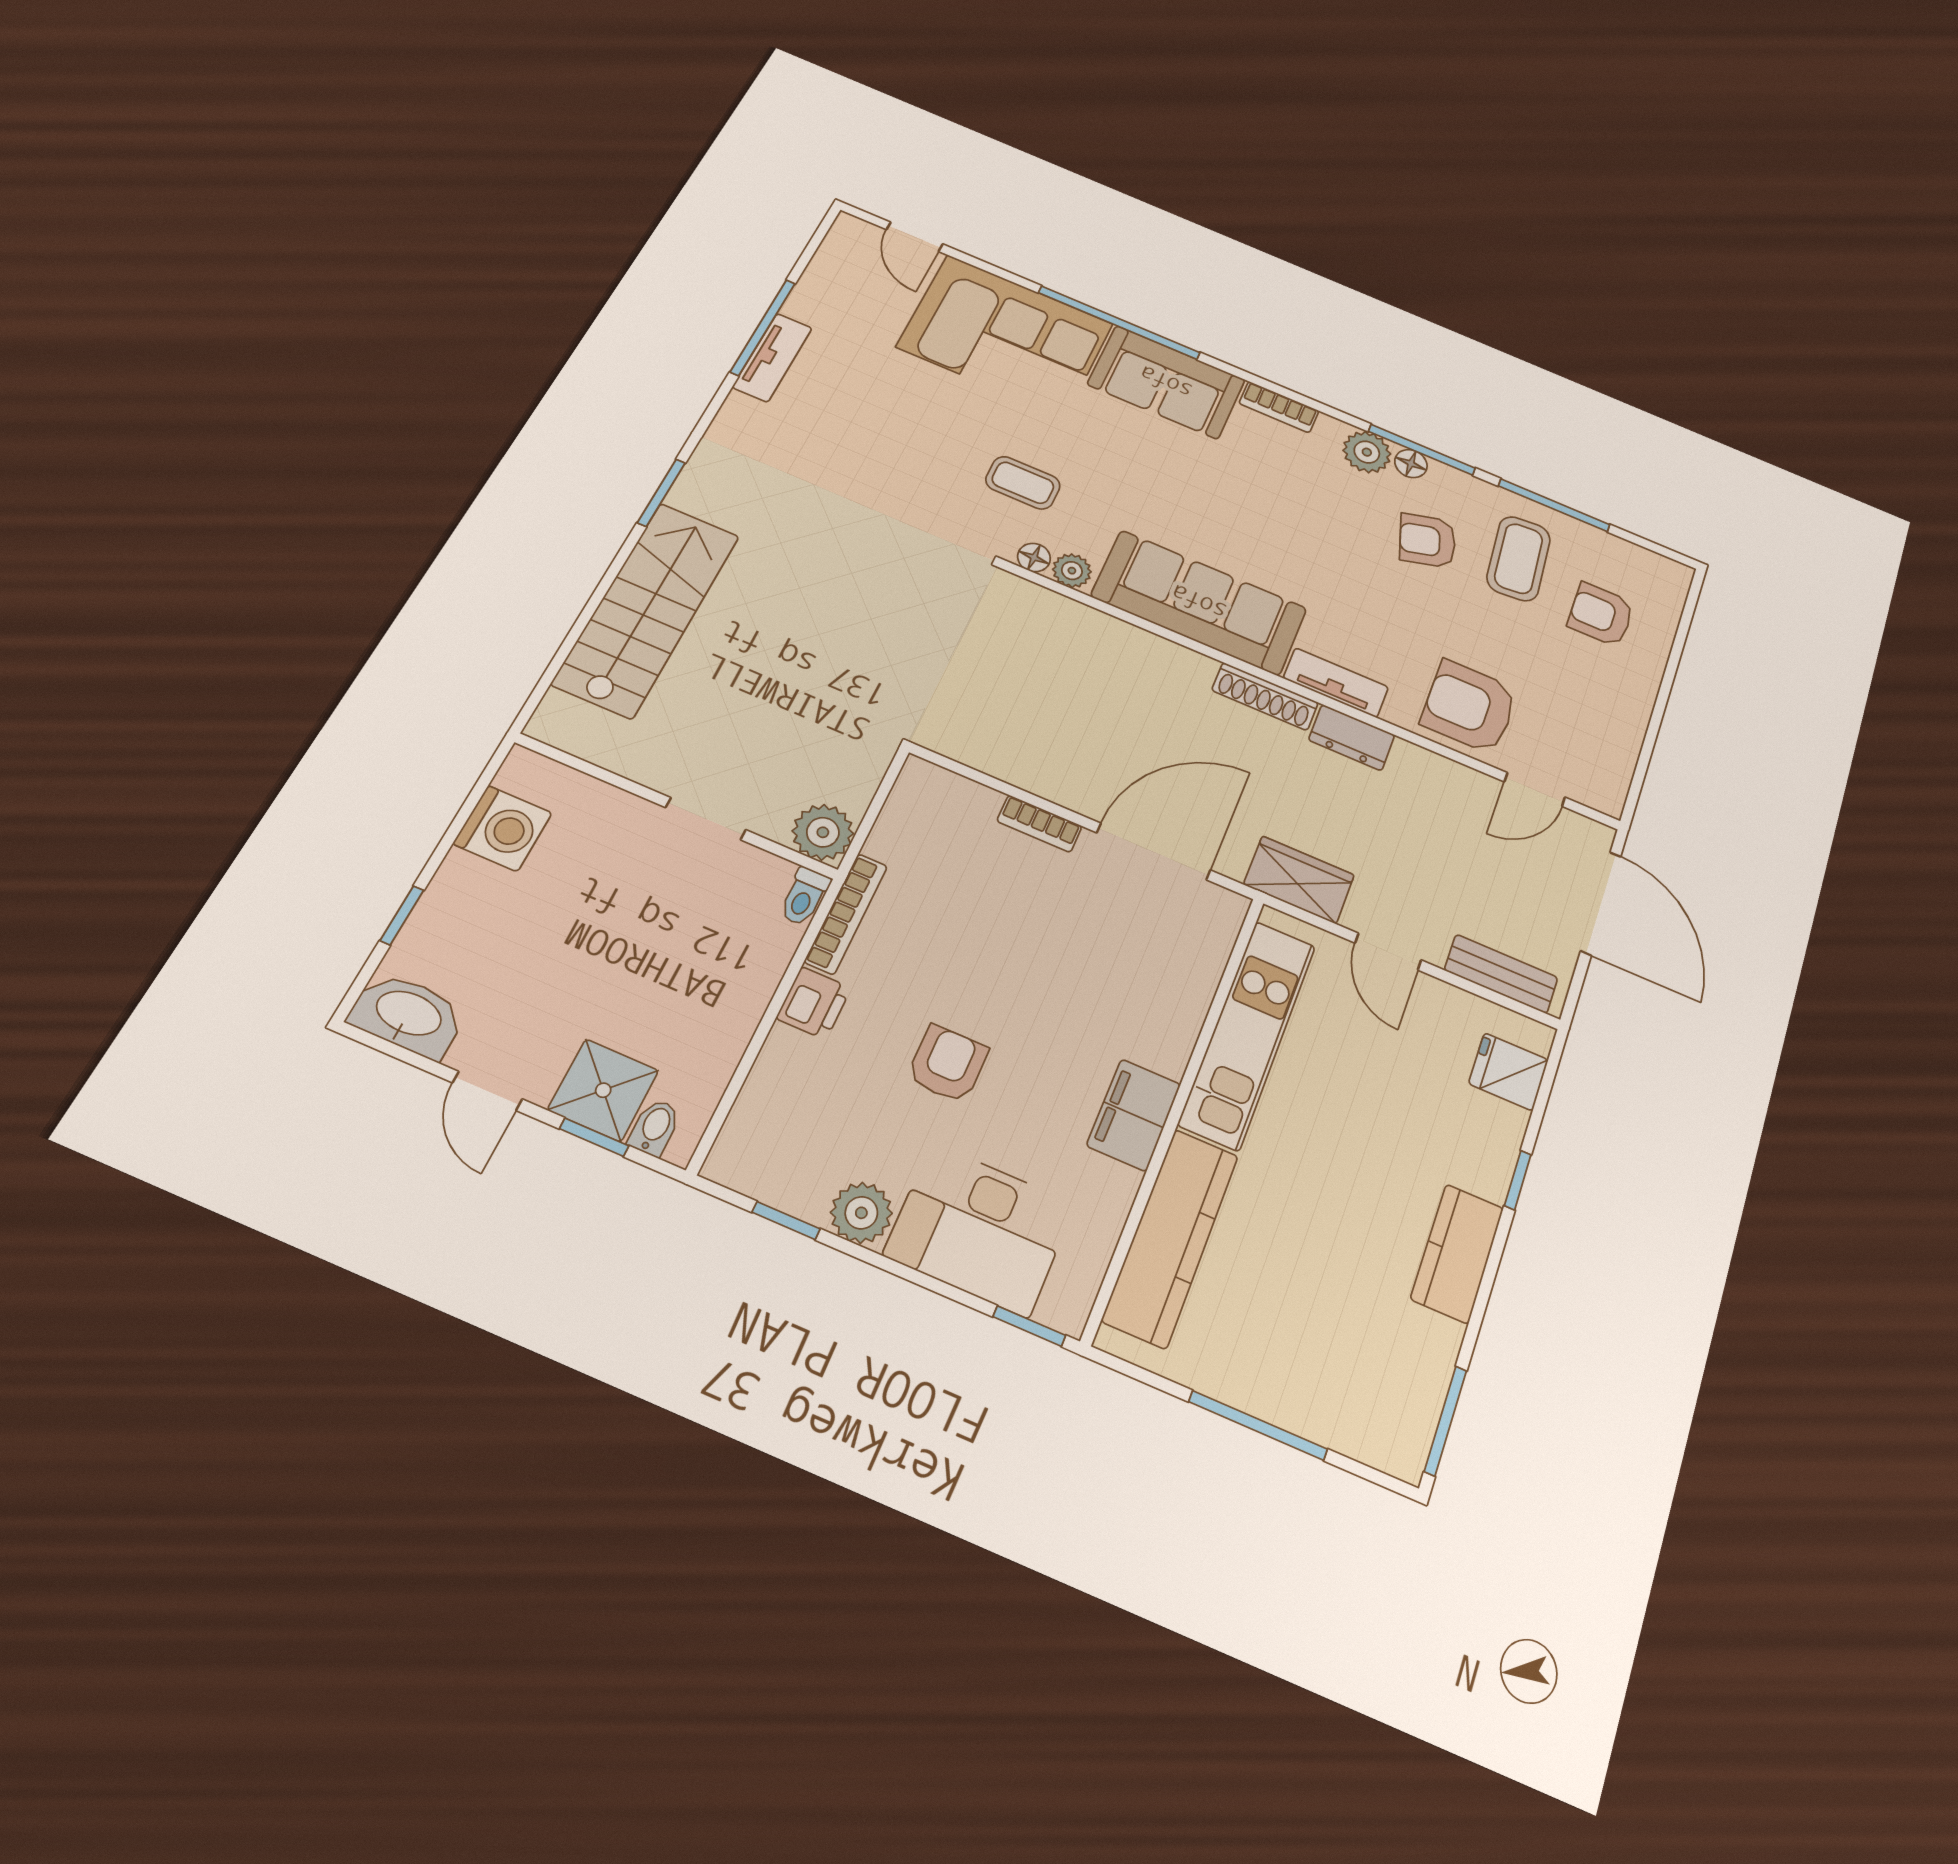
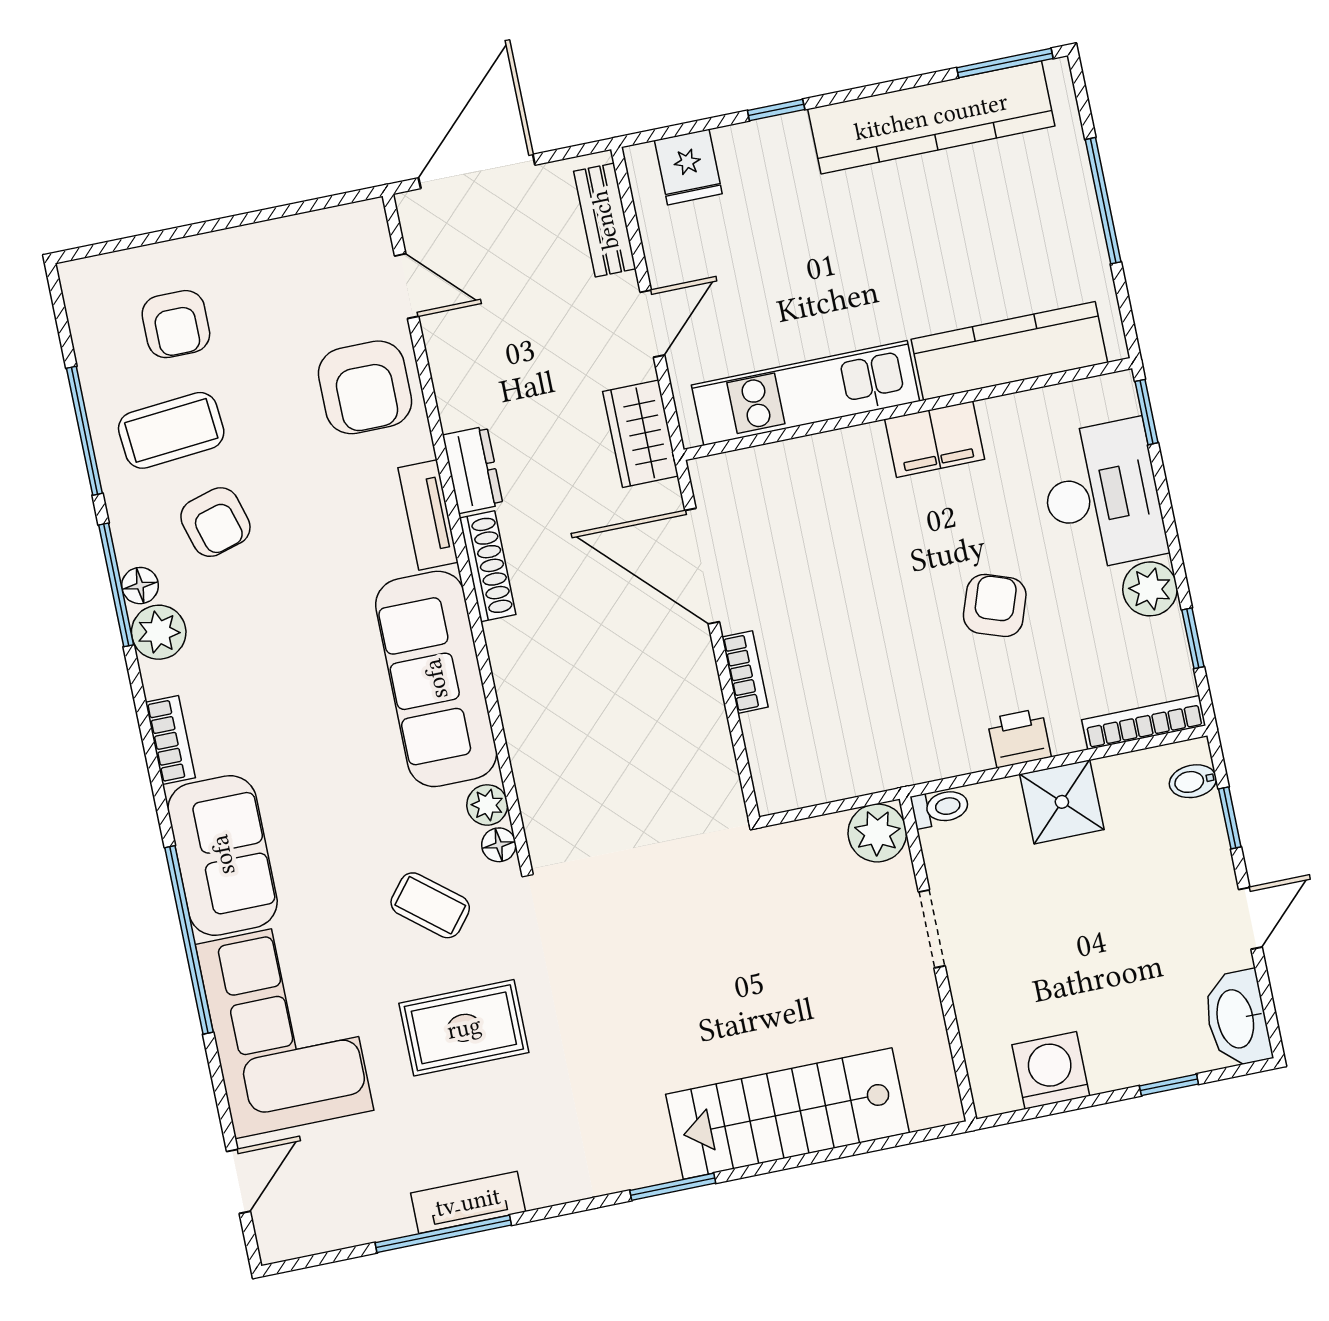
rug: (909, 442) -> (464, 1028), added
coffee table: (1023, 483) -> (430, 905), turned -51
bookcase: (846, 914) -> (1144, 723), moved
armchair: (948, 1064) -> (995, 605), turned 109
shower: (603, 1090) -> (1062, 802), moved
kitchen counter: (1457, 1253) -> (931, 117), width x2.08, depth x1.17

